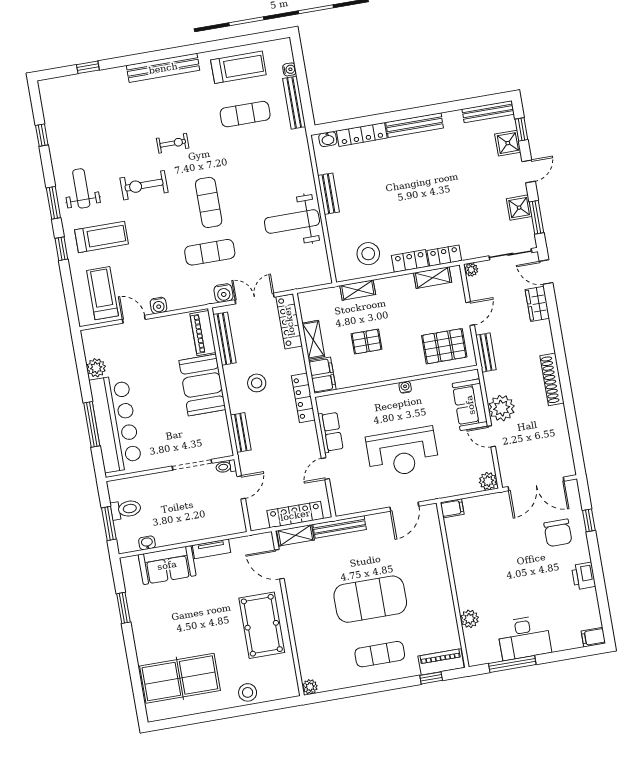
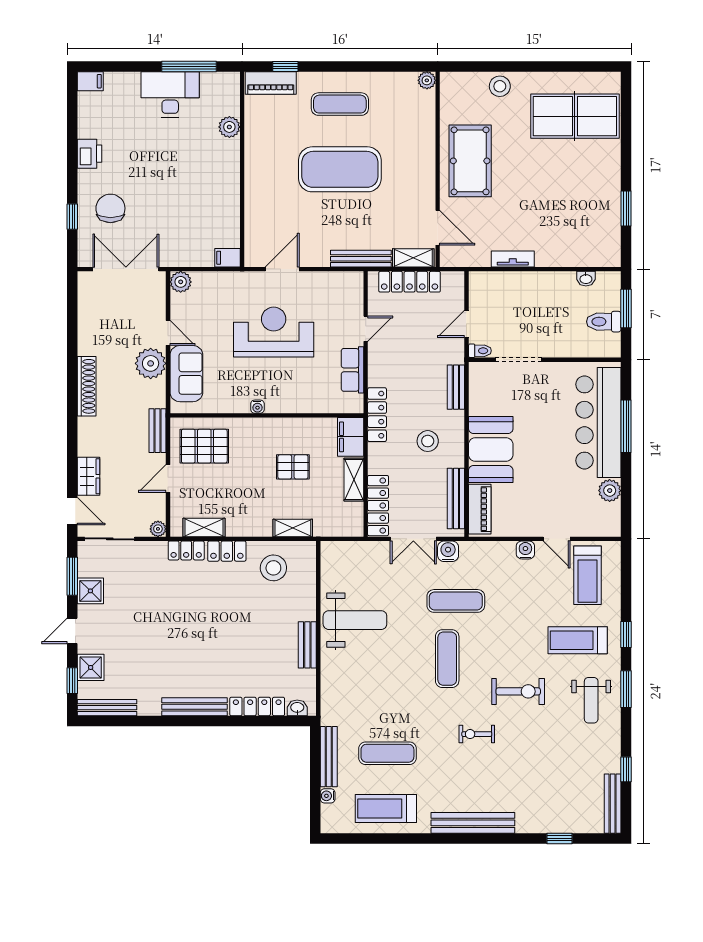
bench: (48, 104) -> (613, 804), added
sofa: (167, 565) -> (567, 249), removed

